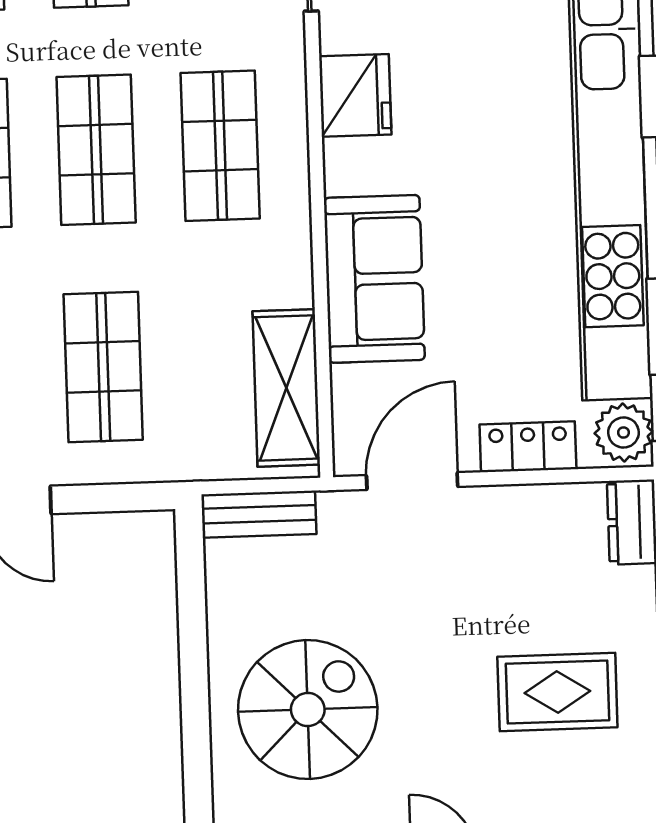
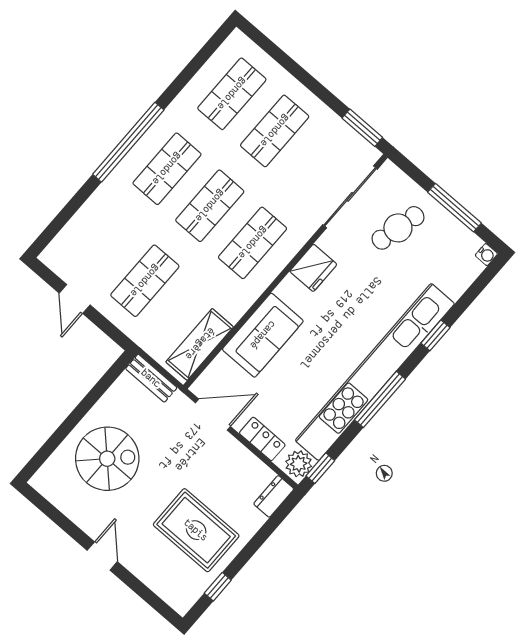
rug: (557, 692) -> (196, 530), width x1.36, depth x1.43

